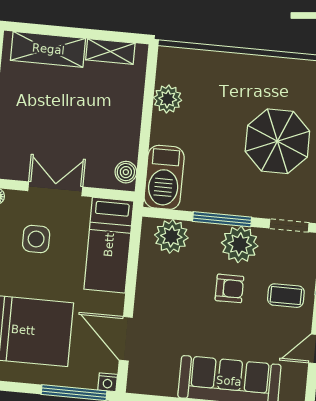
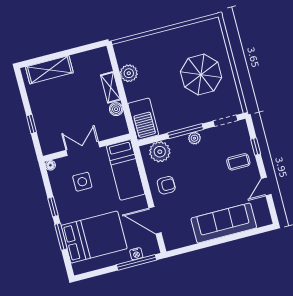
shelving: (110, 51) -> (110, 87), moved, turned 90
boiler: (126, 172) -> (116, 109), moved
plant: (240, 244) -> (194, 138), width x0.53, depth x0.53
armchair: (229, 288) -> (166, 185), moved
nightstand: (108, 382) -> (136, 254), moved

